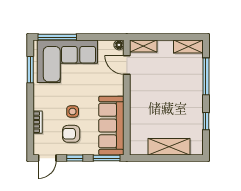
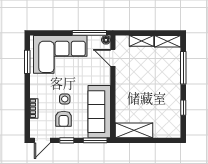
window: (57, 37) -> (89, 33), moved
shelving: (143, 46) -> (141, 41), moved
armchair: (71, 134) -> (64, 119), turned -90
shelving: (169, 147) -> (134, 130), moved

